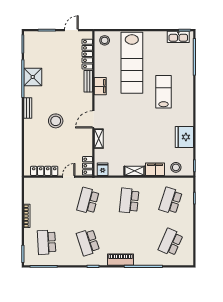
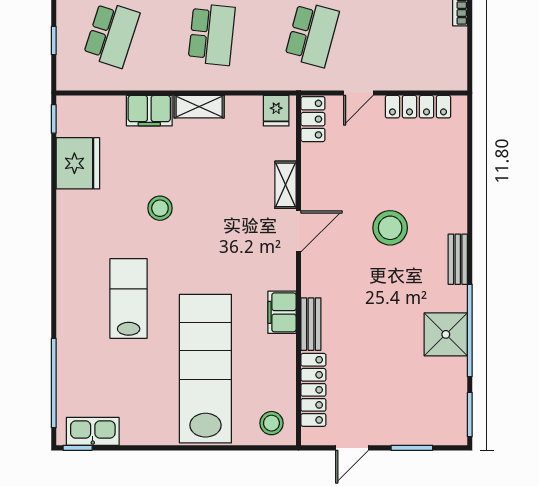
lab bench: (164, 92) -> (129, 299), turned 180
fridge: (184, 137) -> (78, 163), moved
stool: (176, 167) -> (160, 208), moved

